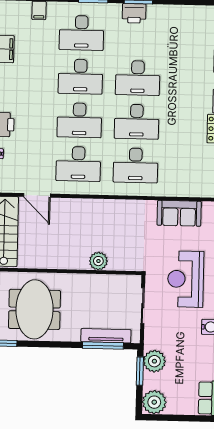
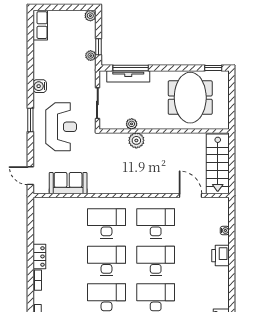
plant: (104, 280) -> (132, 124), added
plant: (154, 361) -> (91, 56), width x0.53, depth x0.53
window: (140, 371) -> (99, 47), width x0.67
plant: (154, 402) -> (90, 16), width x0.53, depth x0.53

